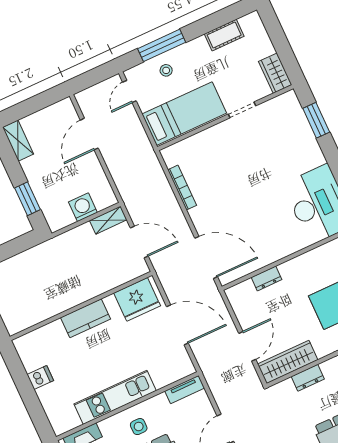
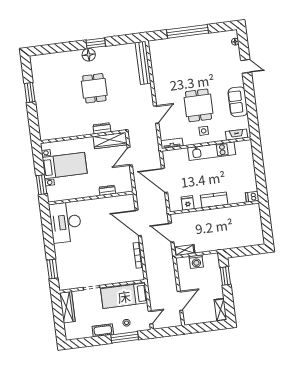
cot: (224, 35) -> (103, 330), moved
wardrobe: (275, 73) -> (67, 307), width x1.50
door: (206, 257) -> (138, 223), moved
fridge: (137, 299) -> (188, 203), width x0.53, depth x0.75
dishwasher: (40, 377) -> (252, 197), moved

